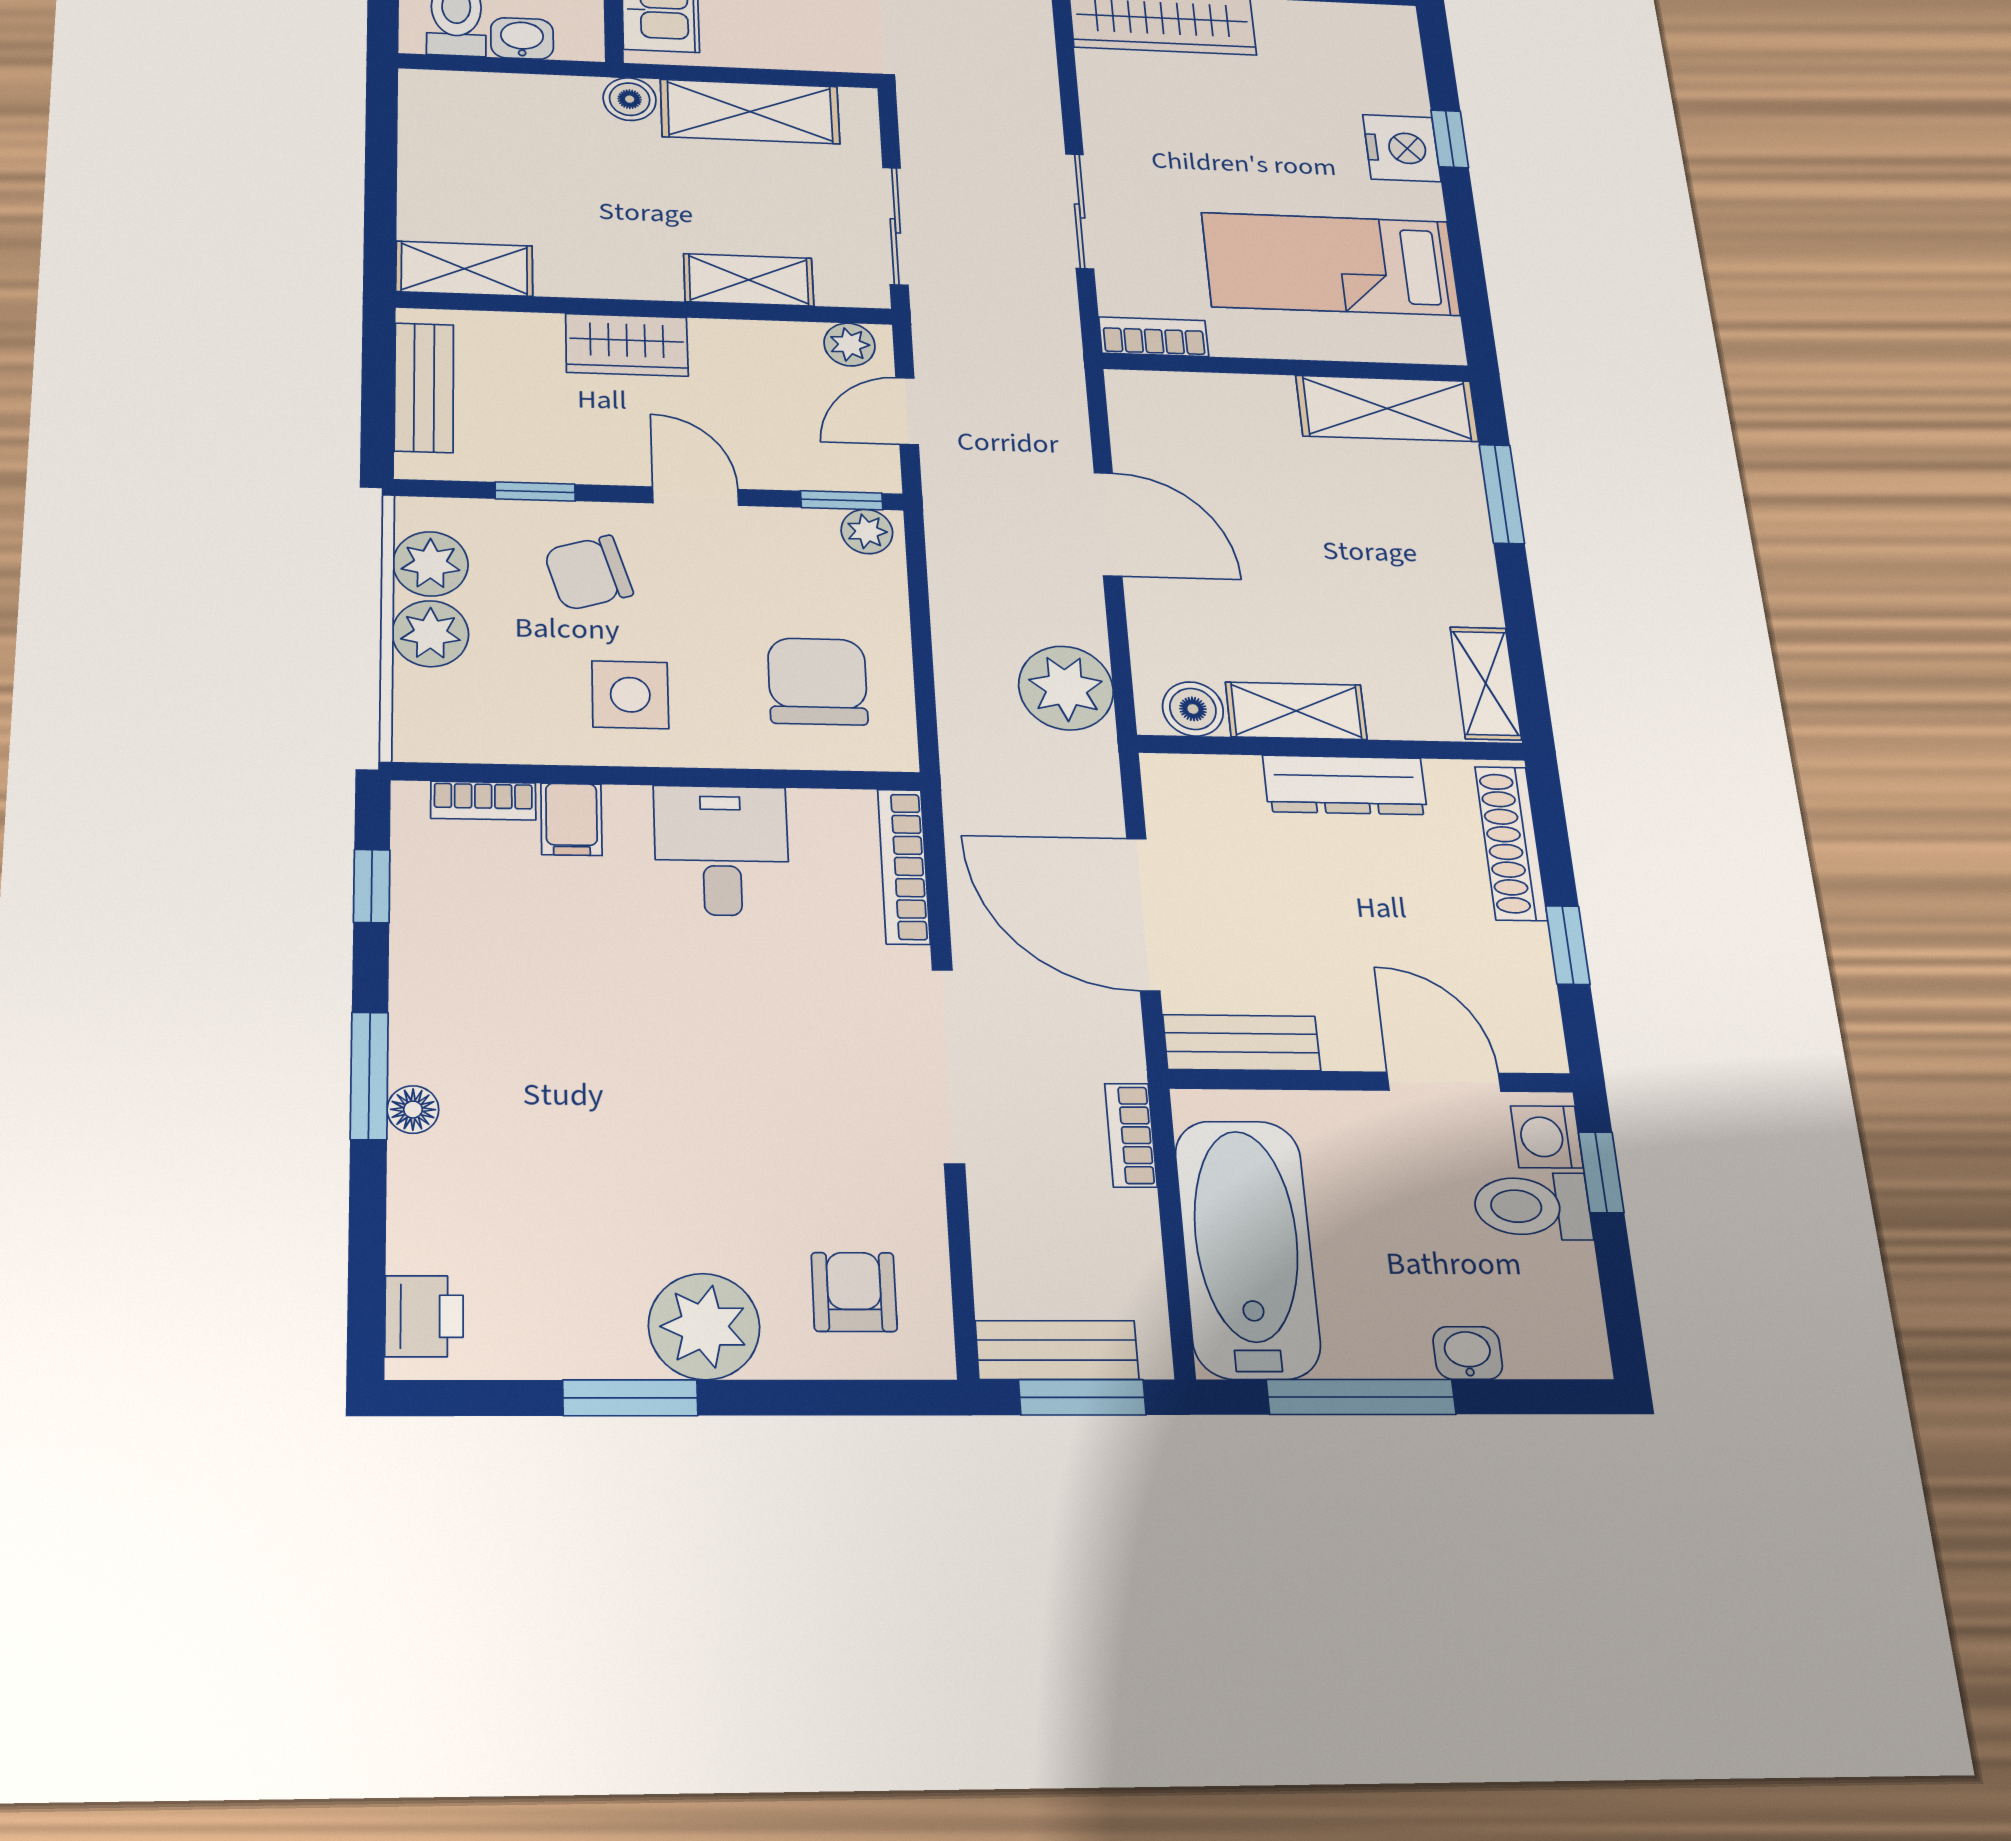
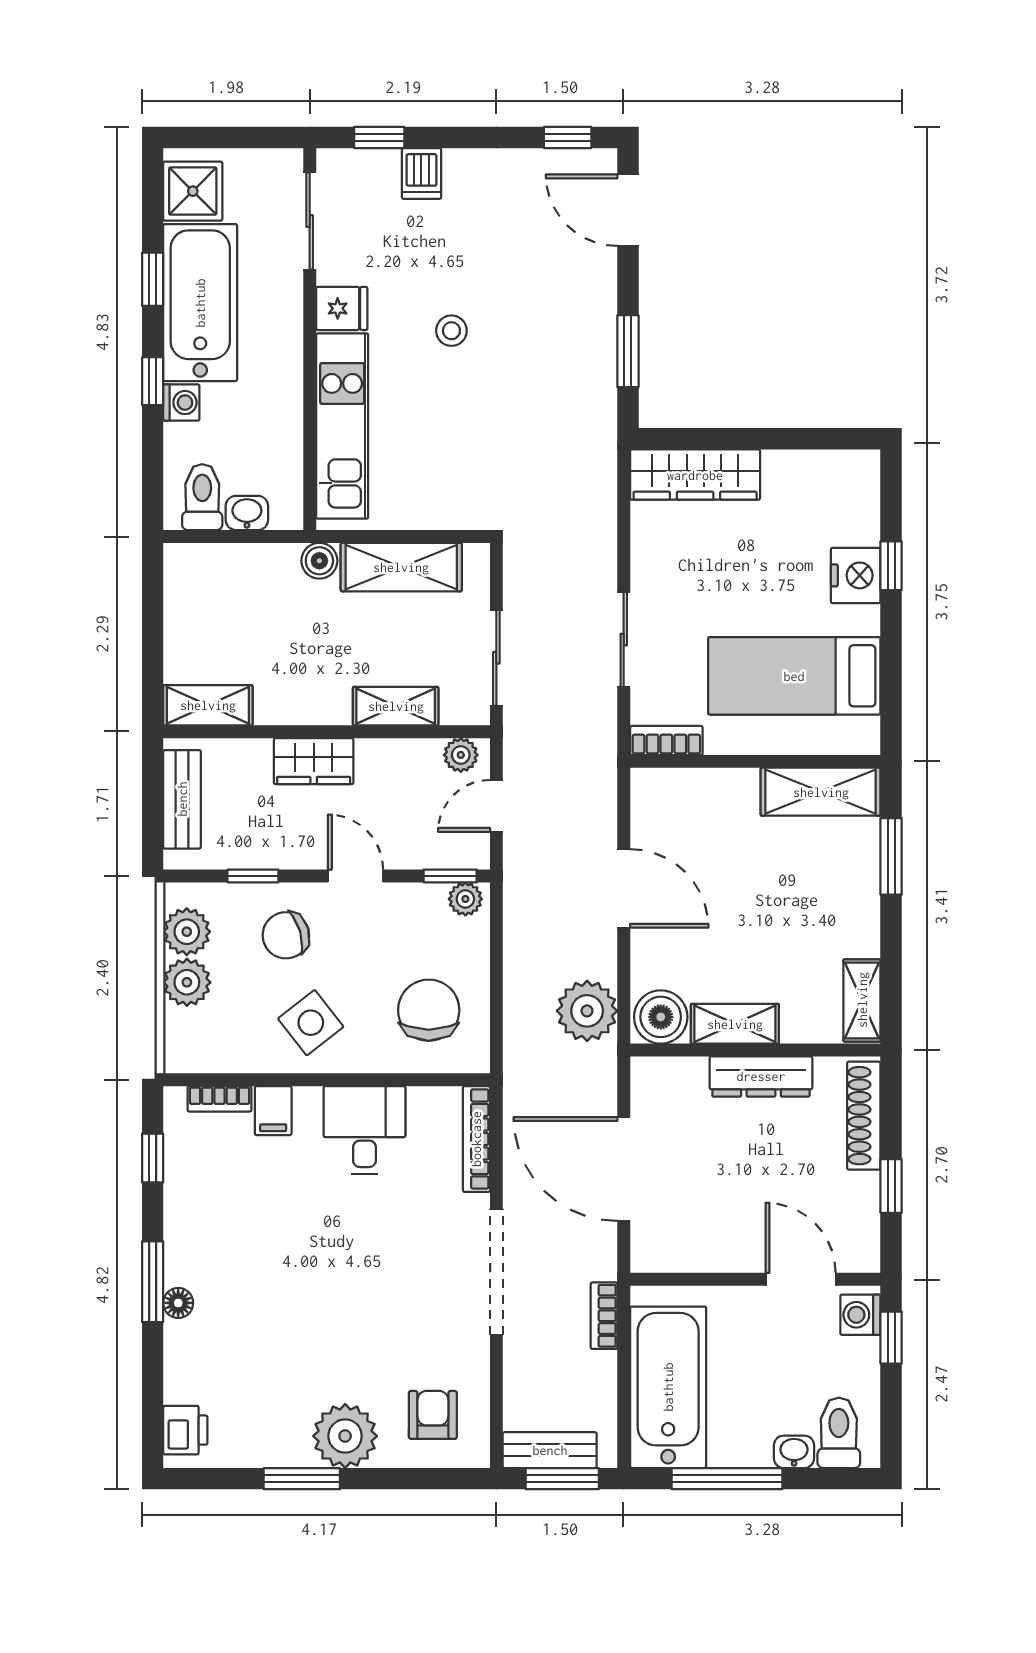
side table: (630, 695) -> (311, 1023), turned -38
boiler: (1193, 709) -> (661, 1017), width x1.36, depth x1.36
bench: (1242, 1043) -> (677, 1255), removed
toilet: (1532, 1206) -> (839, 1433), moved, turned 90

